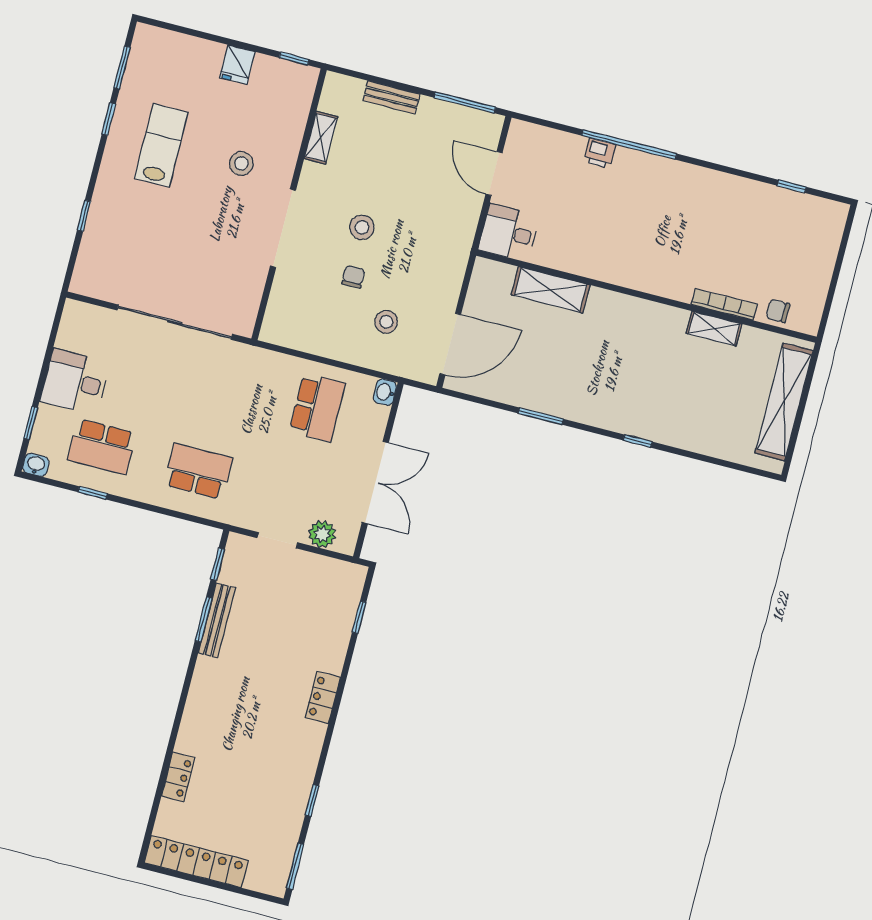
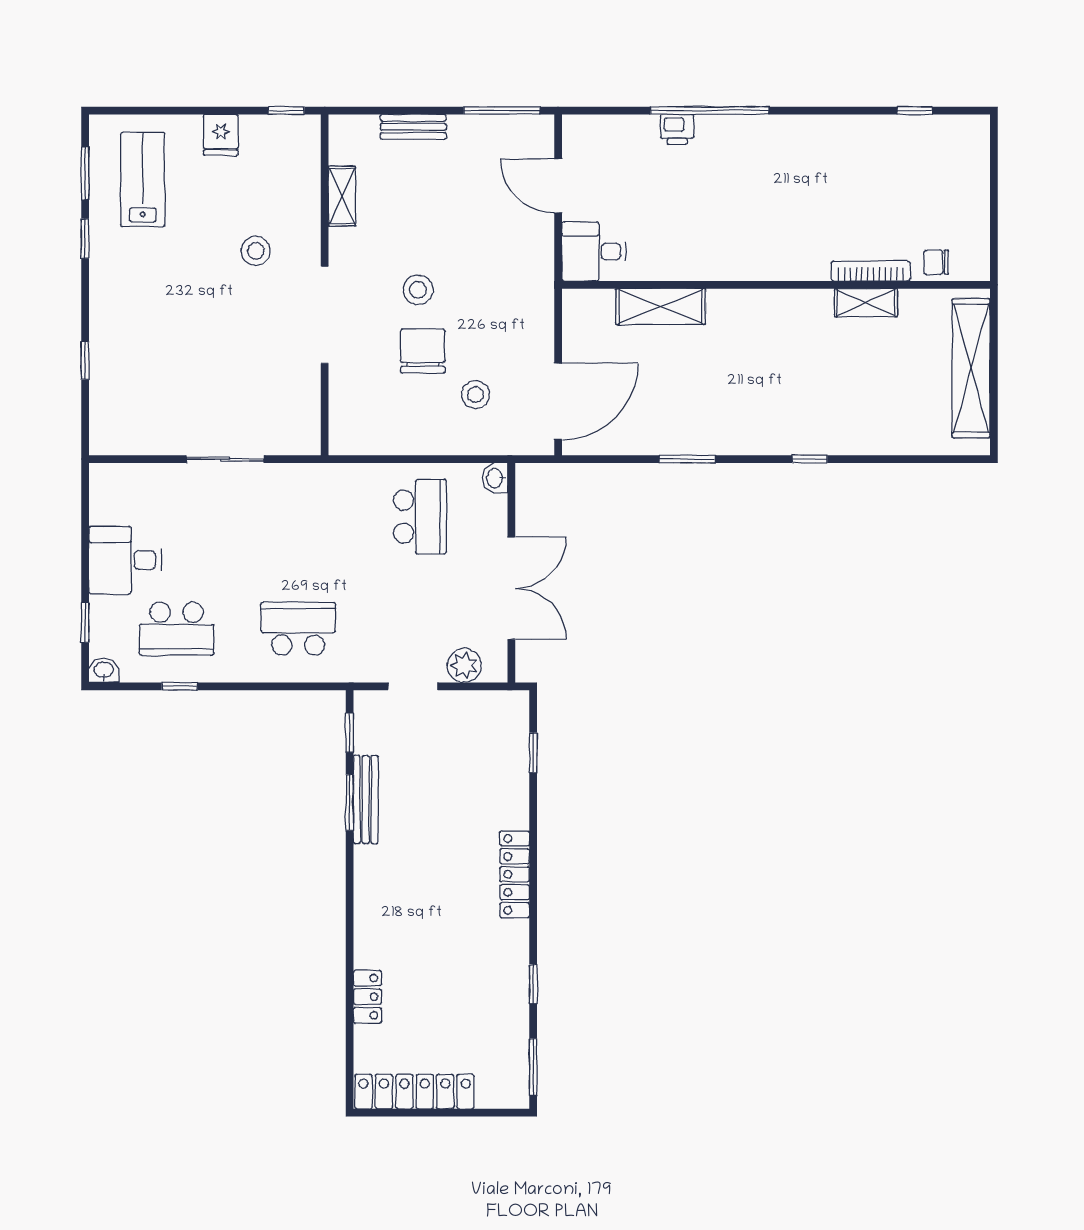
lab bench: (161, 145) -> (143, 180), moved
chair: (353, 277) -> (423, 351), width x1.87, depth x1.87
sliding door: (175, 322) -> (225, 459), width x0.54
locker: (323, 698) -> (515, 874), width x1.53

